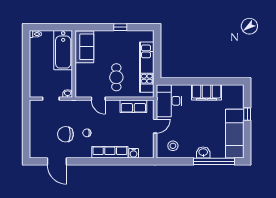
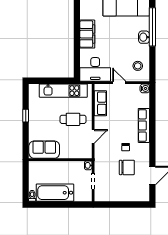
bathtub: (63, 50) -> (55, 193), moved, turned 180
chair: (65, 134) -> (127, 167), turned -91
water cooler: (134, 153) -> (145, 88), moved

